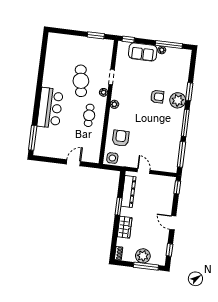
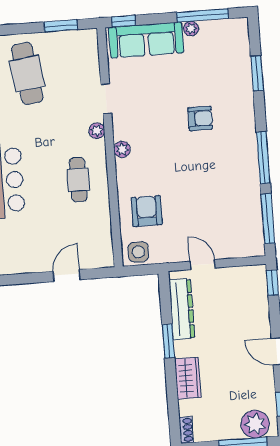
sofa: (143, 52) -> (146, 40), width x1.36
cafe table: (81, 81) -> (27, 73), moved
window: (189, 92) -> (257, 73), moved
plant: (178, 100) -> (240, 118), removed
plant: (143, 256) -> (255, 424), moved

